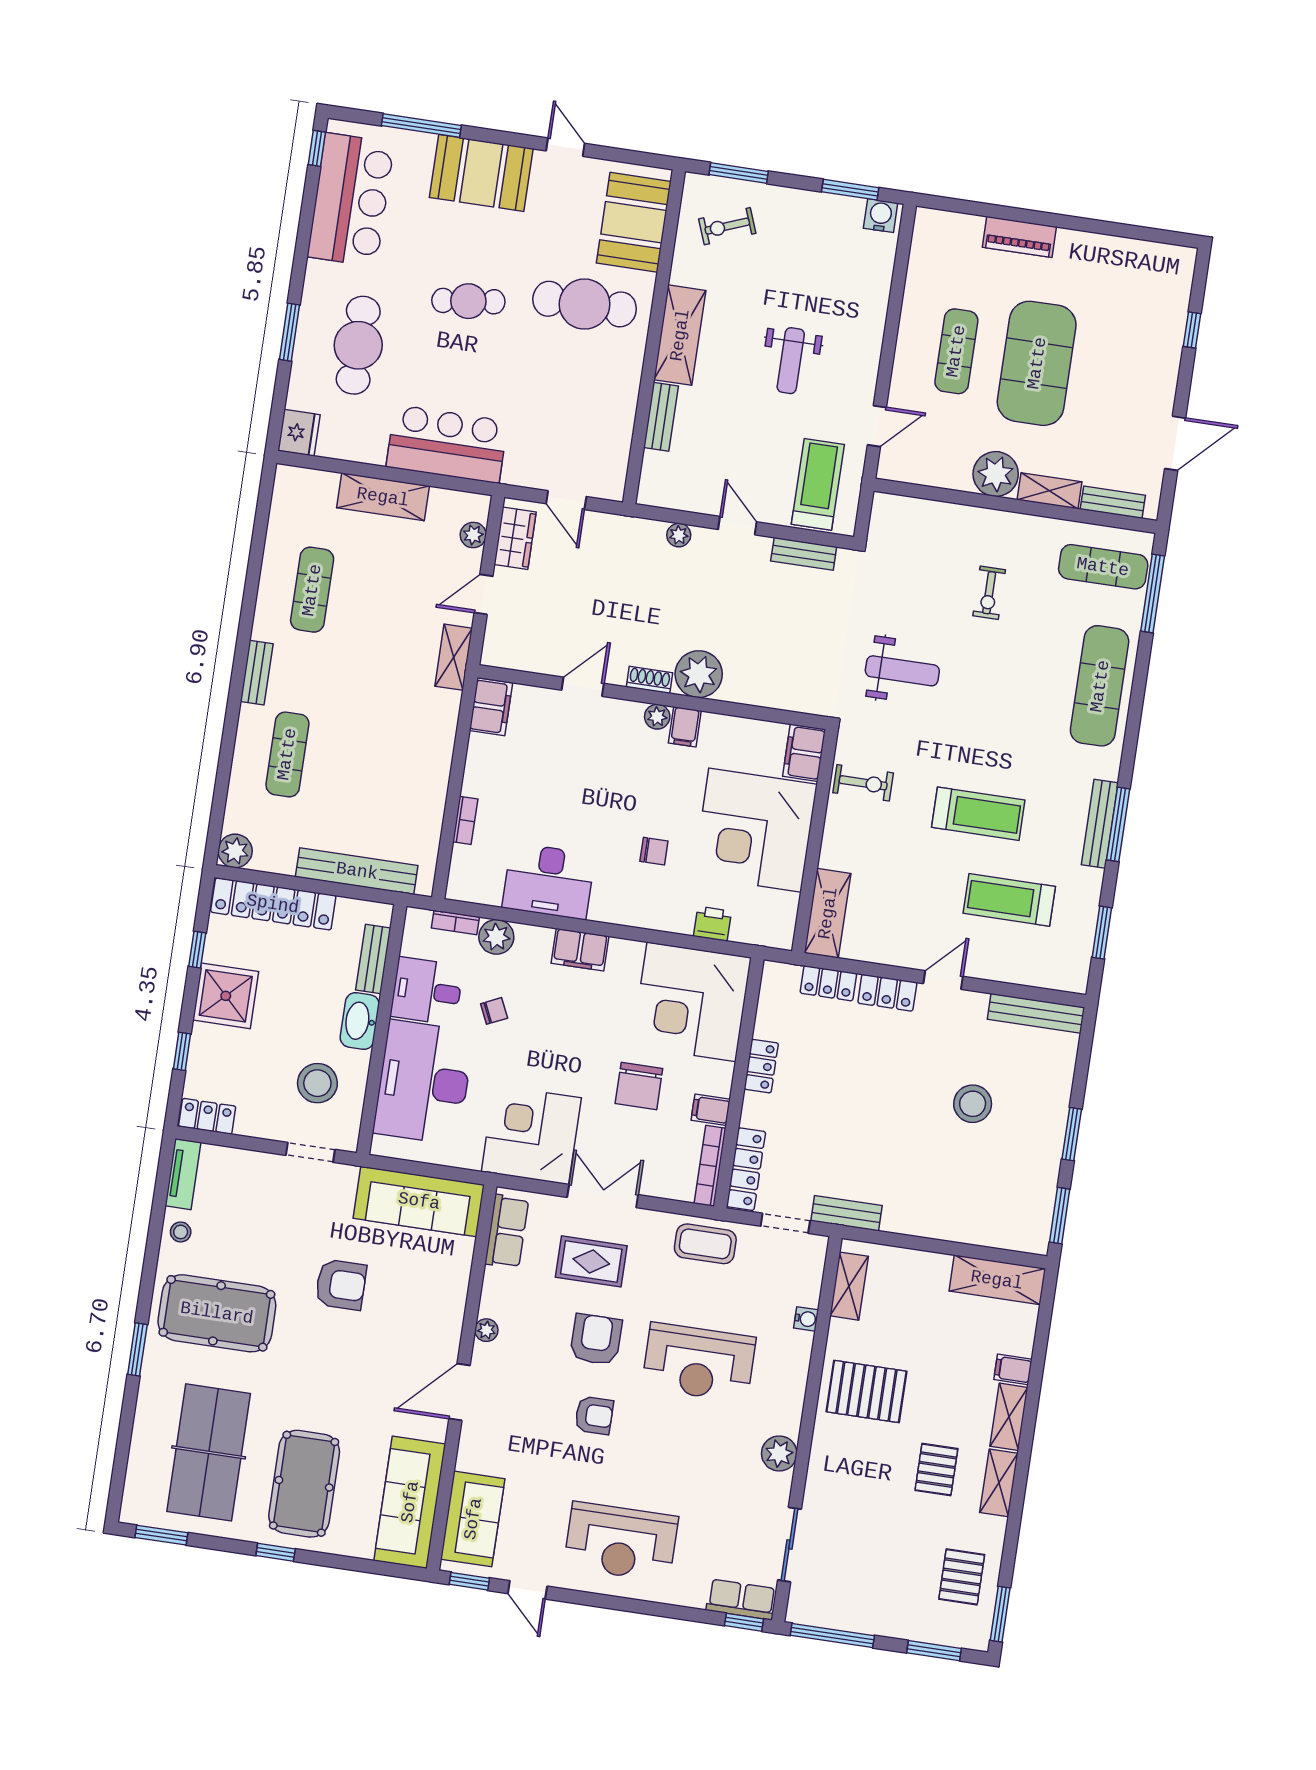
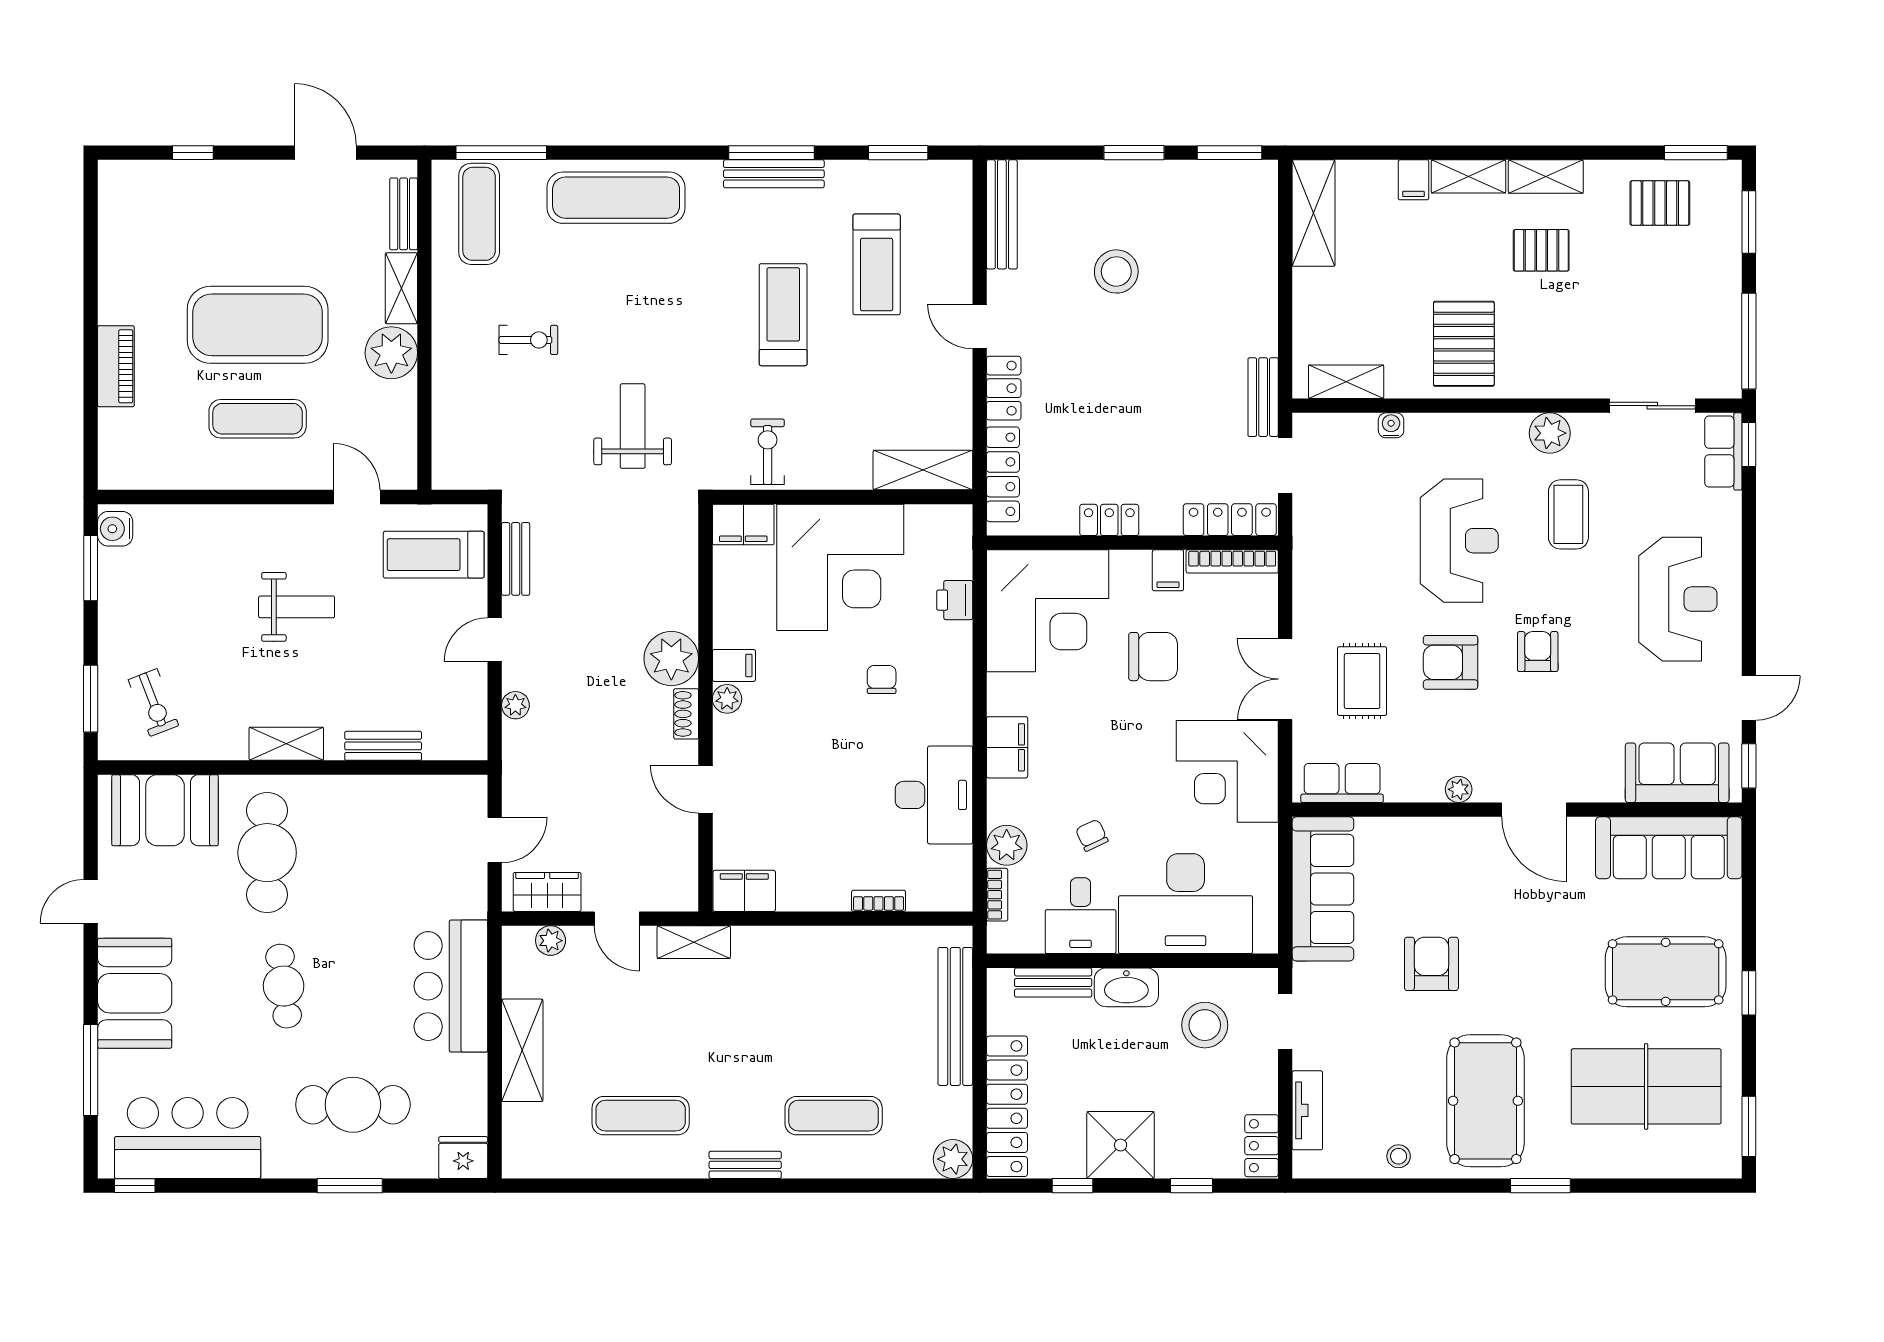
shelving: (680, 335) -> (286, 744), width x0.67, depth x0.75
locker: (828, 983) -> (1003, 474), width x1.53
tv unit: (183, 1174) -> (1307, 1110), moved, turned 90
coffee table: (705, 1244) -> (1568, 514), moved

